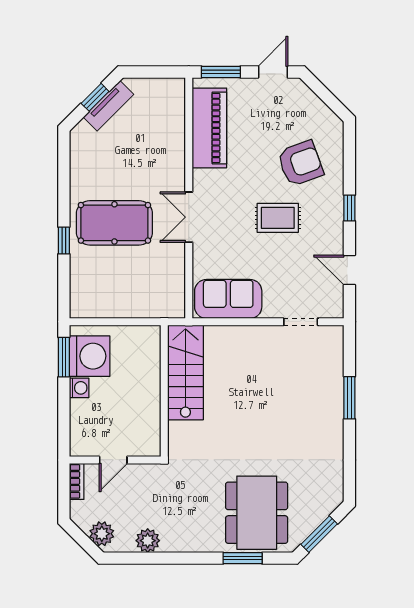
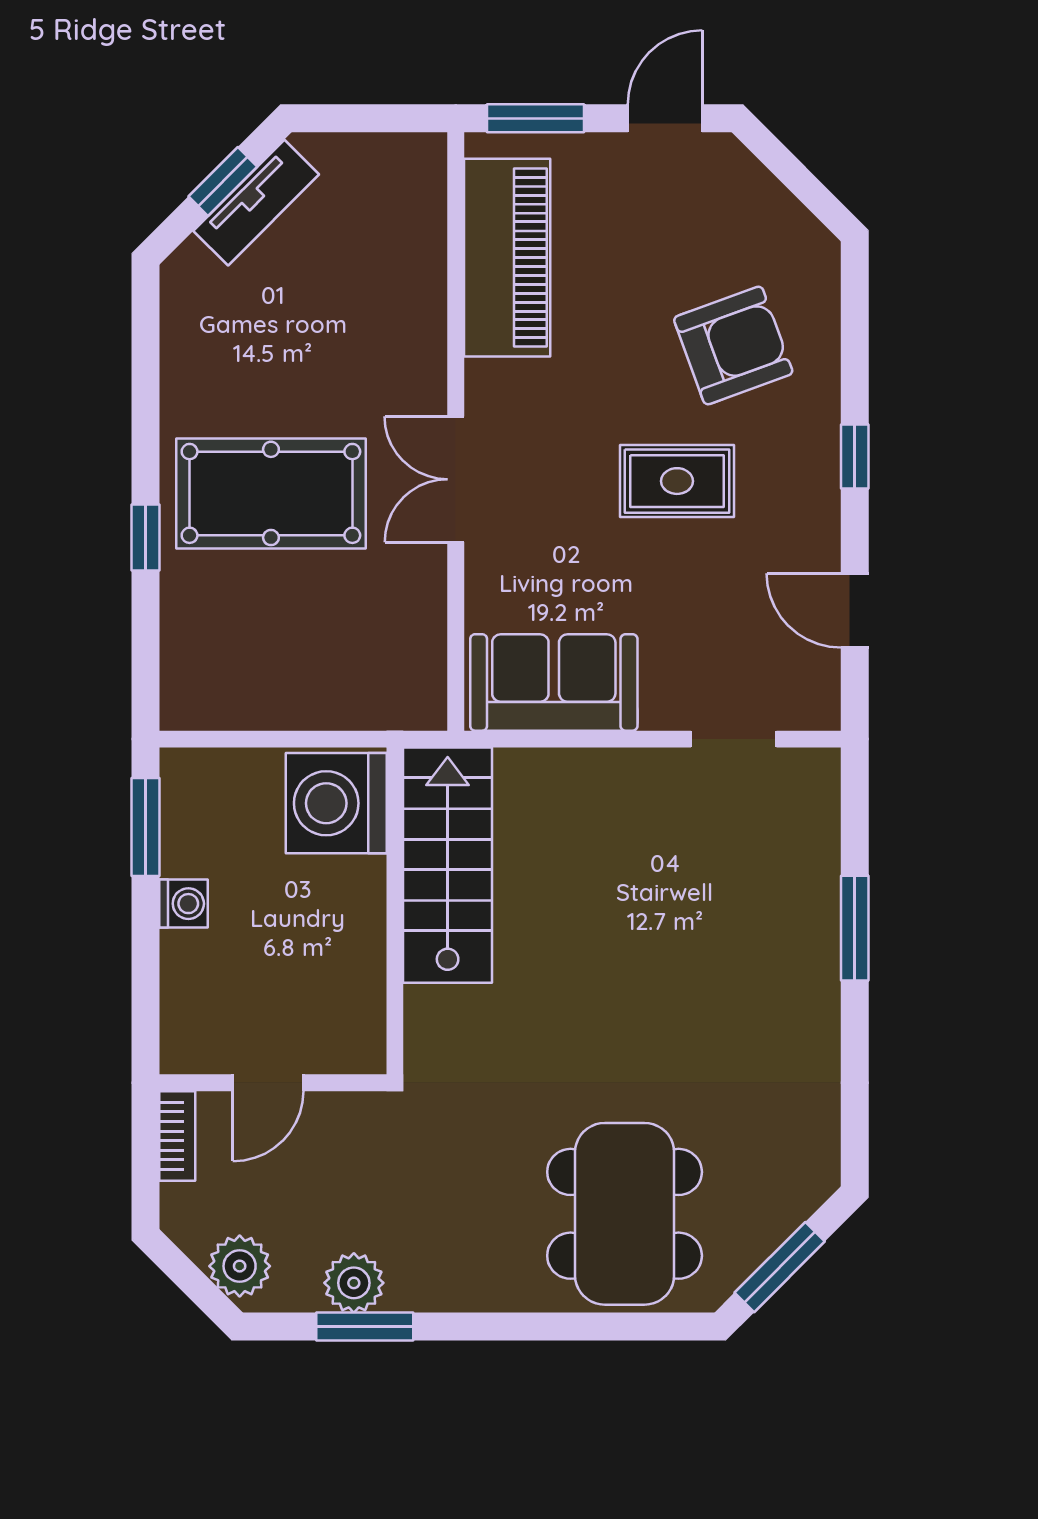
washing machine: (90, 356) -> (336, 803), moved, turned 180
window: (243, 558) -> (365, 1327), moved

